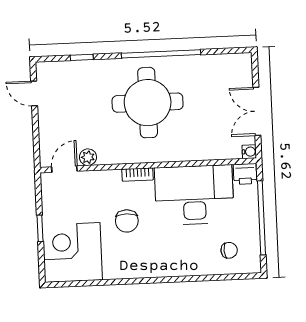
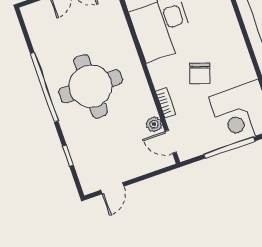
bookcase: (137, 175) -> (166, 103), moved
chair: (127, 221) -> (200, 73), turned 108
window: (40, 228) -> (229, 148), width x2.17

